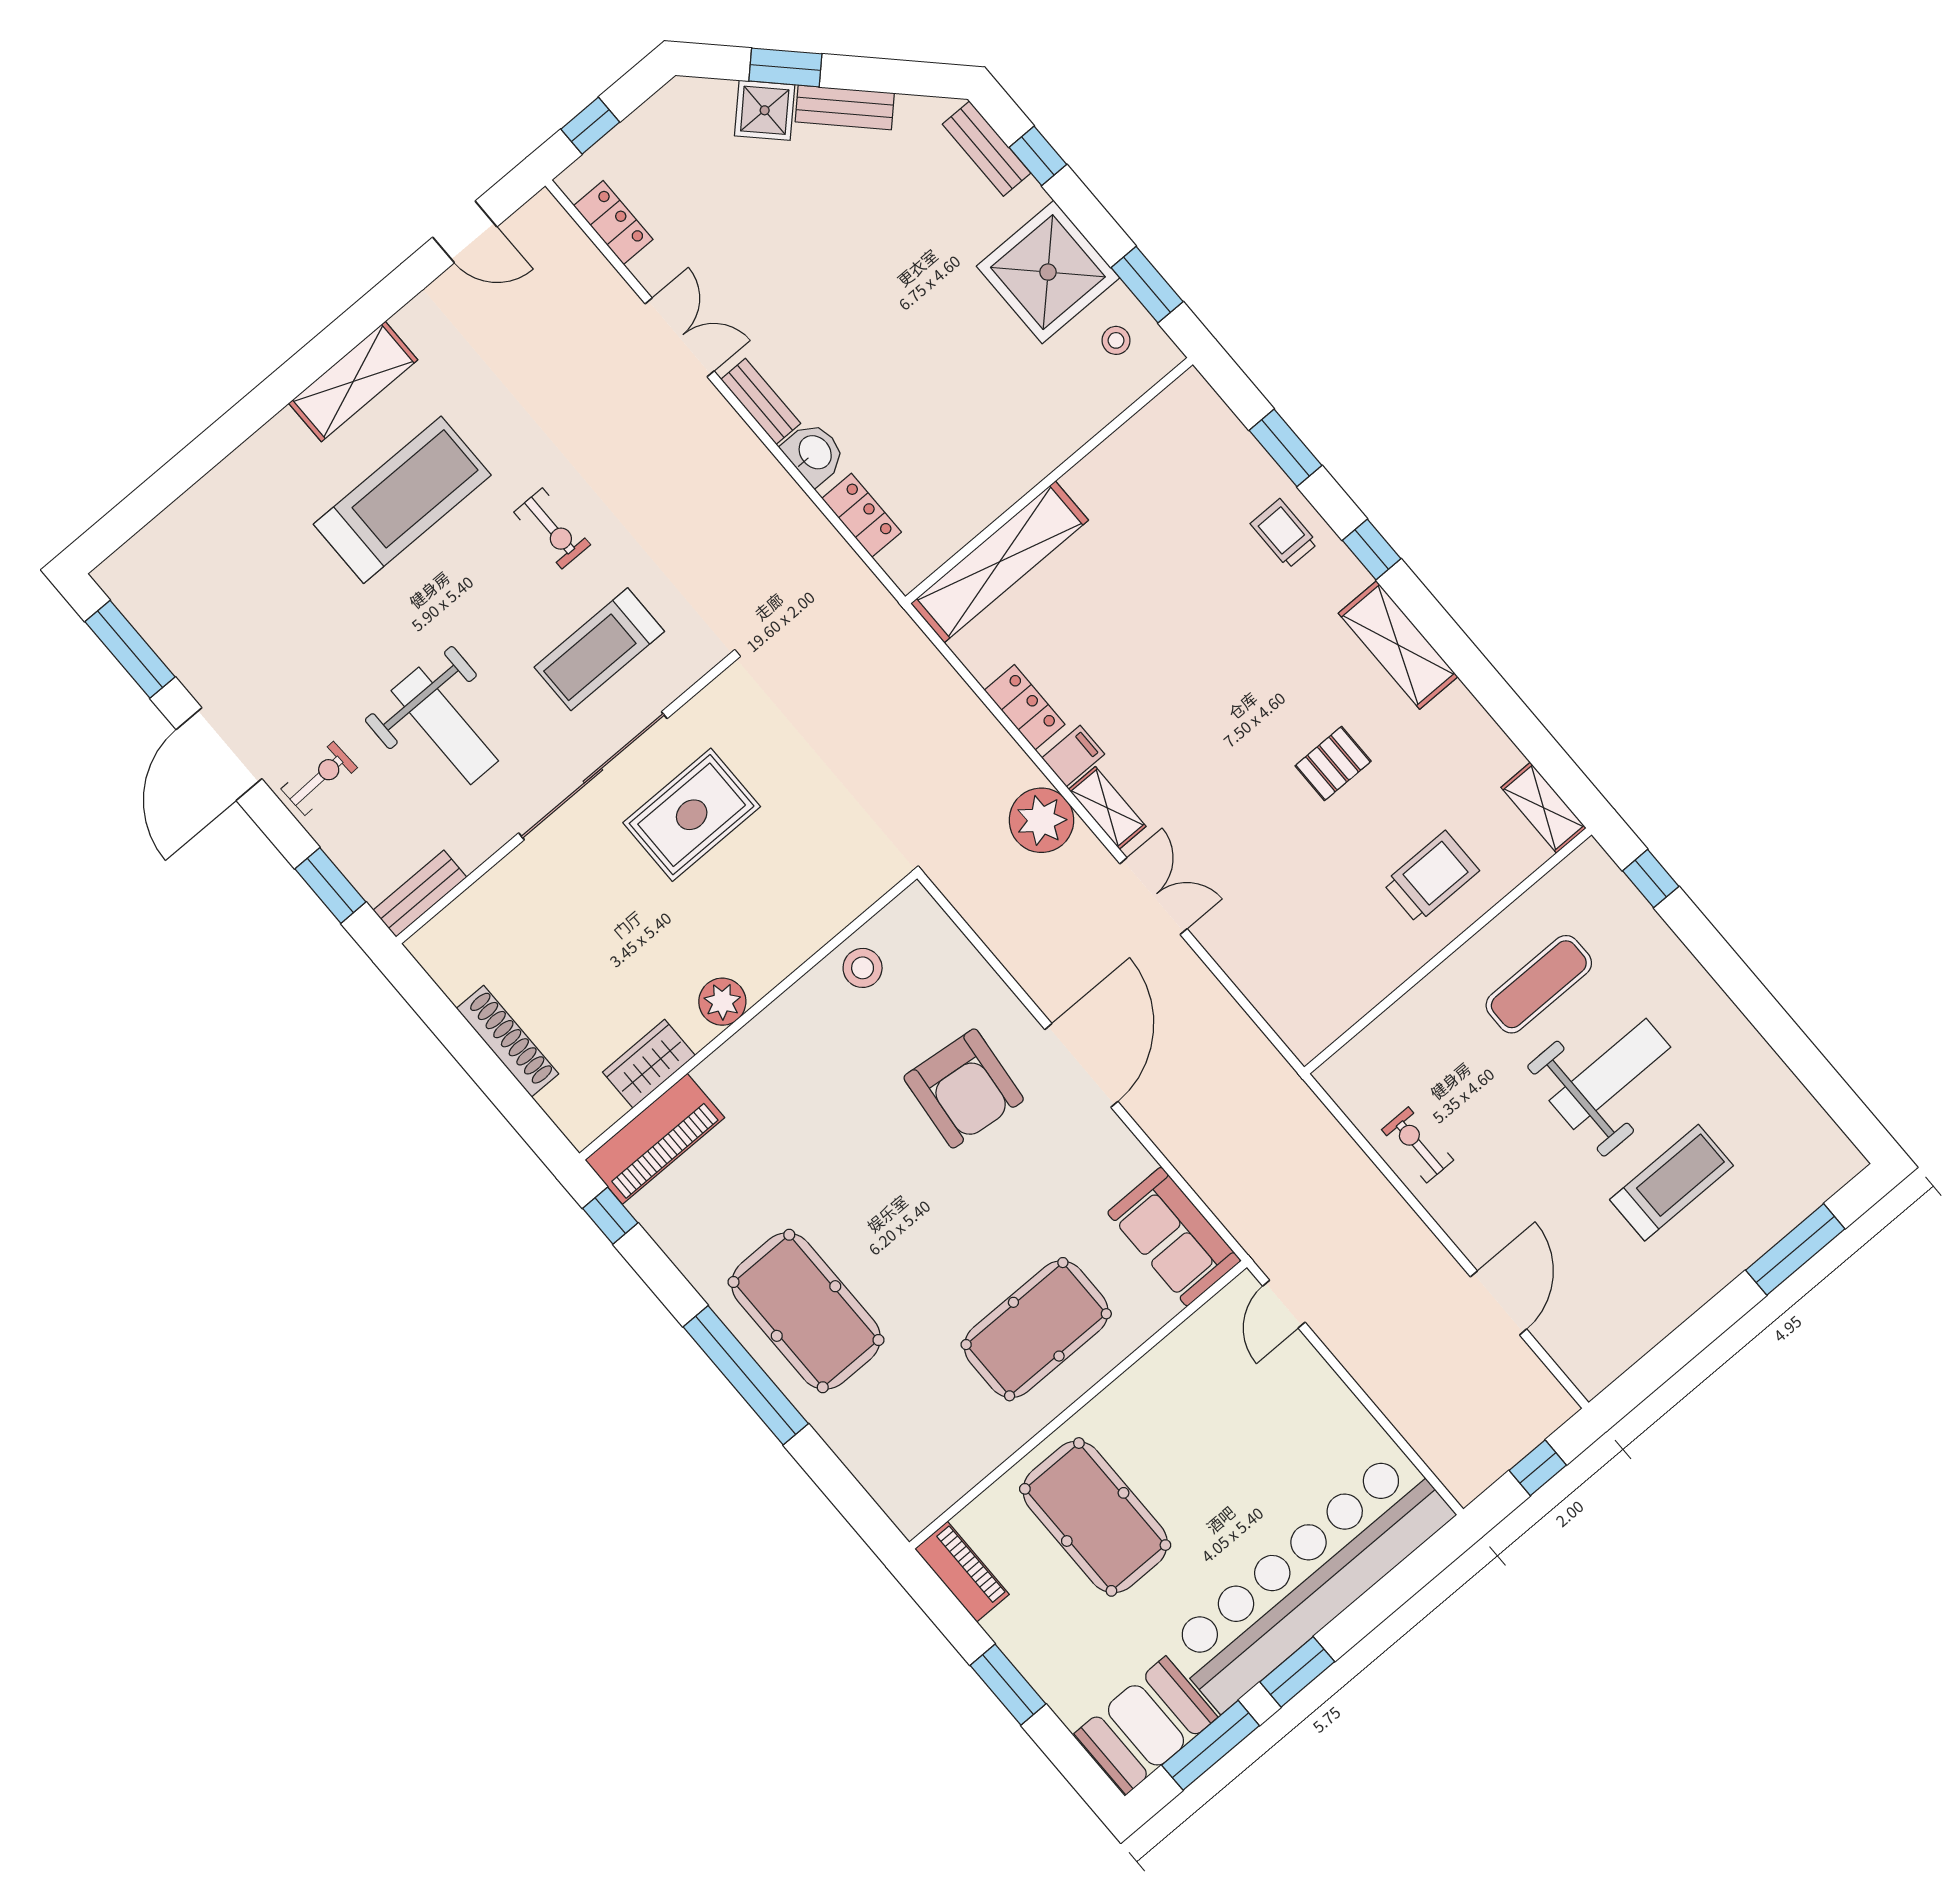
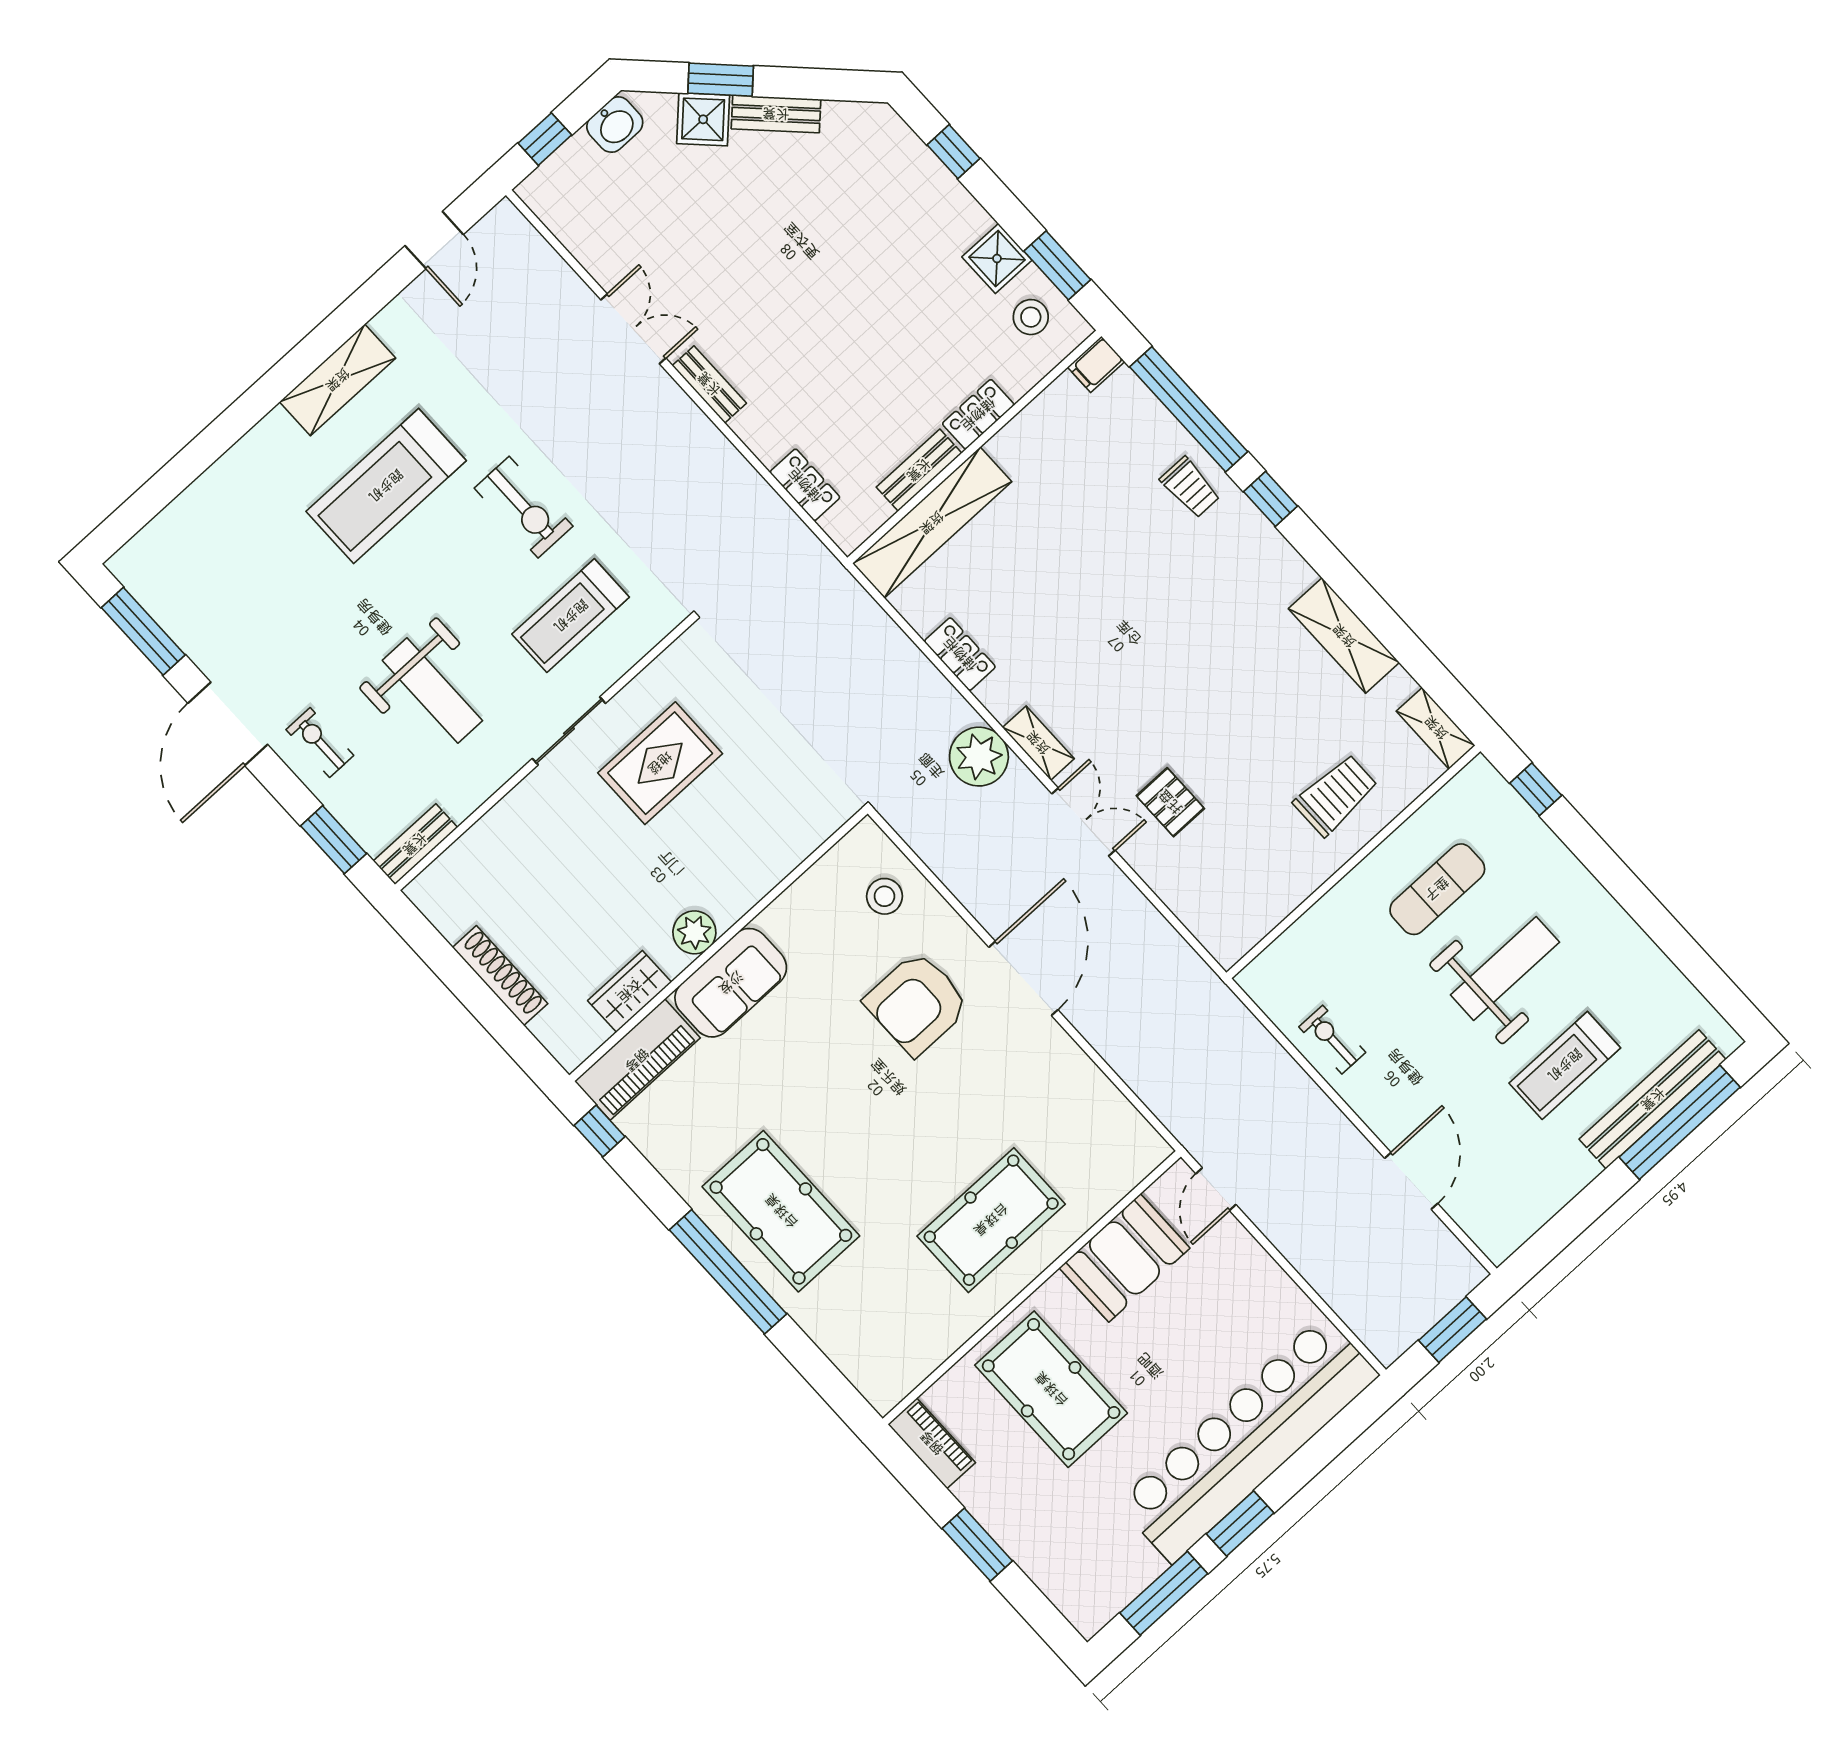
bench: (986, 149) -> (919, 470), moved, turned 90
locker: (613, 223) -> (978, 414), moved, turned -90
door: (465, 232) -> (434, 240), hinge flipped
shower: (1048, 272) -> (997, 259), width x0.54, depth x0.54
stool: (1116, 340) -> (1031, 317), width x1.37, depth x1.37
window: (1285, 448) -> (1189, 409), width x2.11
washbasin: (814, 453) -> (615, 125), moved, turned 90
treadmill: (402, 500) -> (386, 486), turned 180
exercise bike: (552, 528) -> (524, 507), width x1.38, depth x1.39
trolley: (1284, 534) -> (1190, 487), turned 180
shelving: (1398, 645) -> (1344, 636), moved
filing cabinet: (1073, 756) -> (1096, 364), moved, turned 180
pallet: (1333, 764) -> (1170, 802), moved, turned 90
sliding door: (593, 776) -> (569, 731), width x0.54
exercise bike: (319, 778) -> (320, 742), turned -88
stool: (863, 968) -> (884, 896), moved
armchair: (964, 1088) -> (917, 1003), turned 84
treadmill: (1671, 1183) -> (1565, 1065), turned 180
bench: (1766, 1223) -> (1653, 1099), added
sofa: (1174, 1237) -> (731, 983), moved, turned -90
window: (1795, 1249) -> (1680, 1122), width x1.46
window: (1538, 1468) -> (1452, 1330), width x1.50
booth: (1146, 1725) -> (1125, 1258), moved

